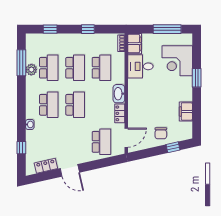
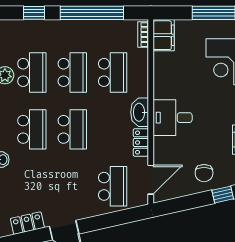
window: (88, 29) -> (92, 13), width x3.17
desk: (140, 66) -> (173, 118), moved

